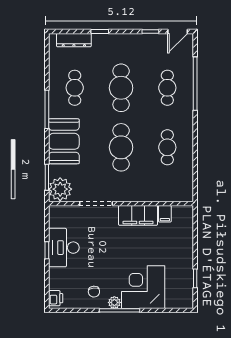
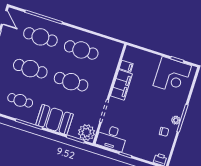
cafe table: (167, 88) -> (40, 37), width x1.37, depth x1.35
cafe table: (167, 147) -> (81, 50), width x1.37, depth x1.35
desk: (64, 248) -> (112, 138), moved
corner desk: (143, 287) -> (172, 76), moved, turned -90

